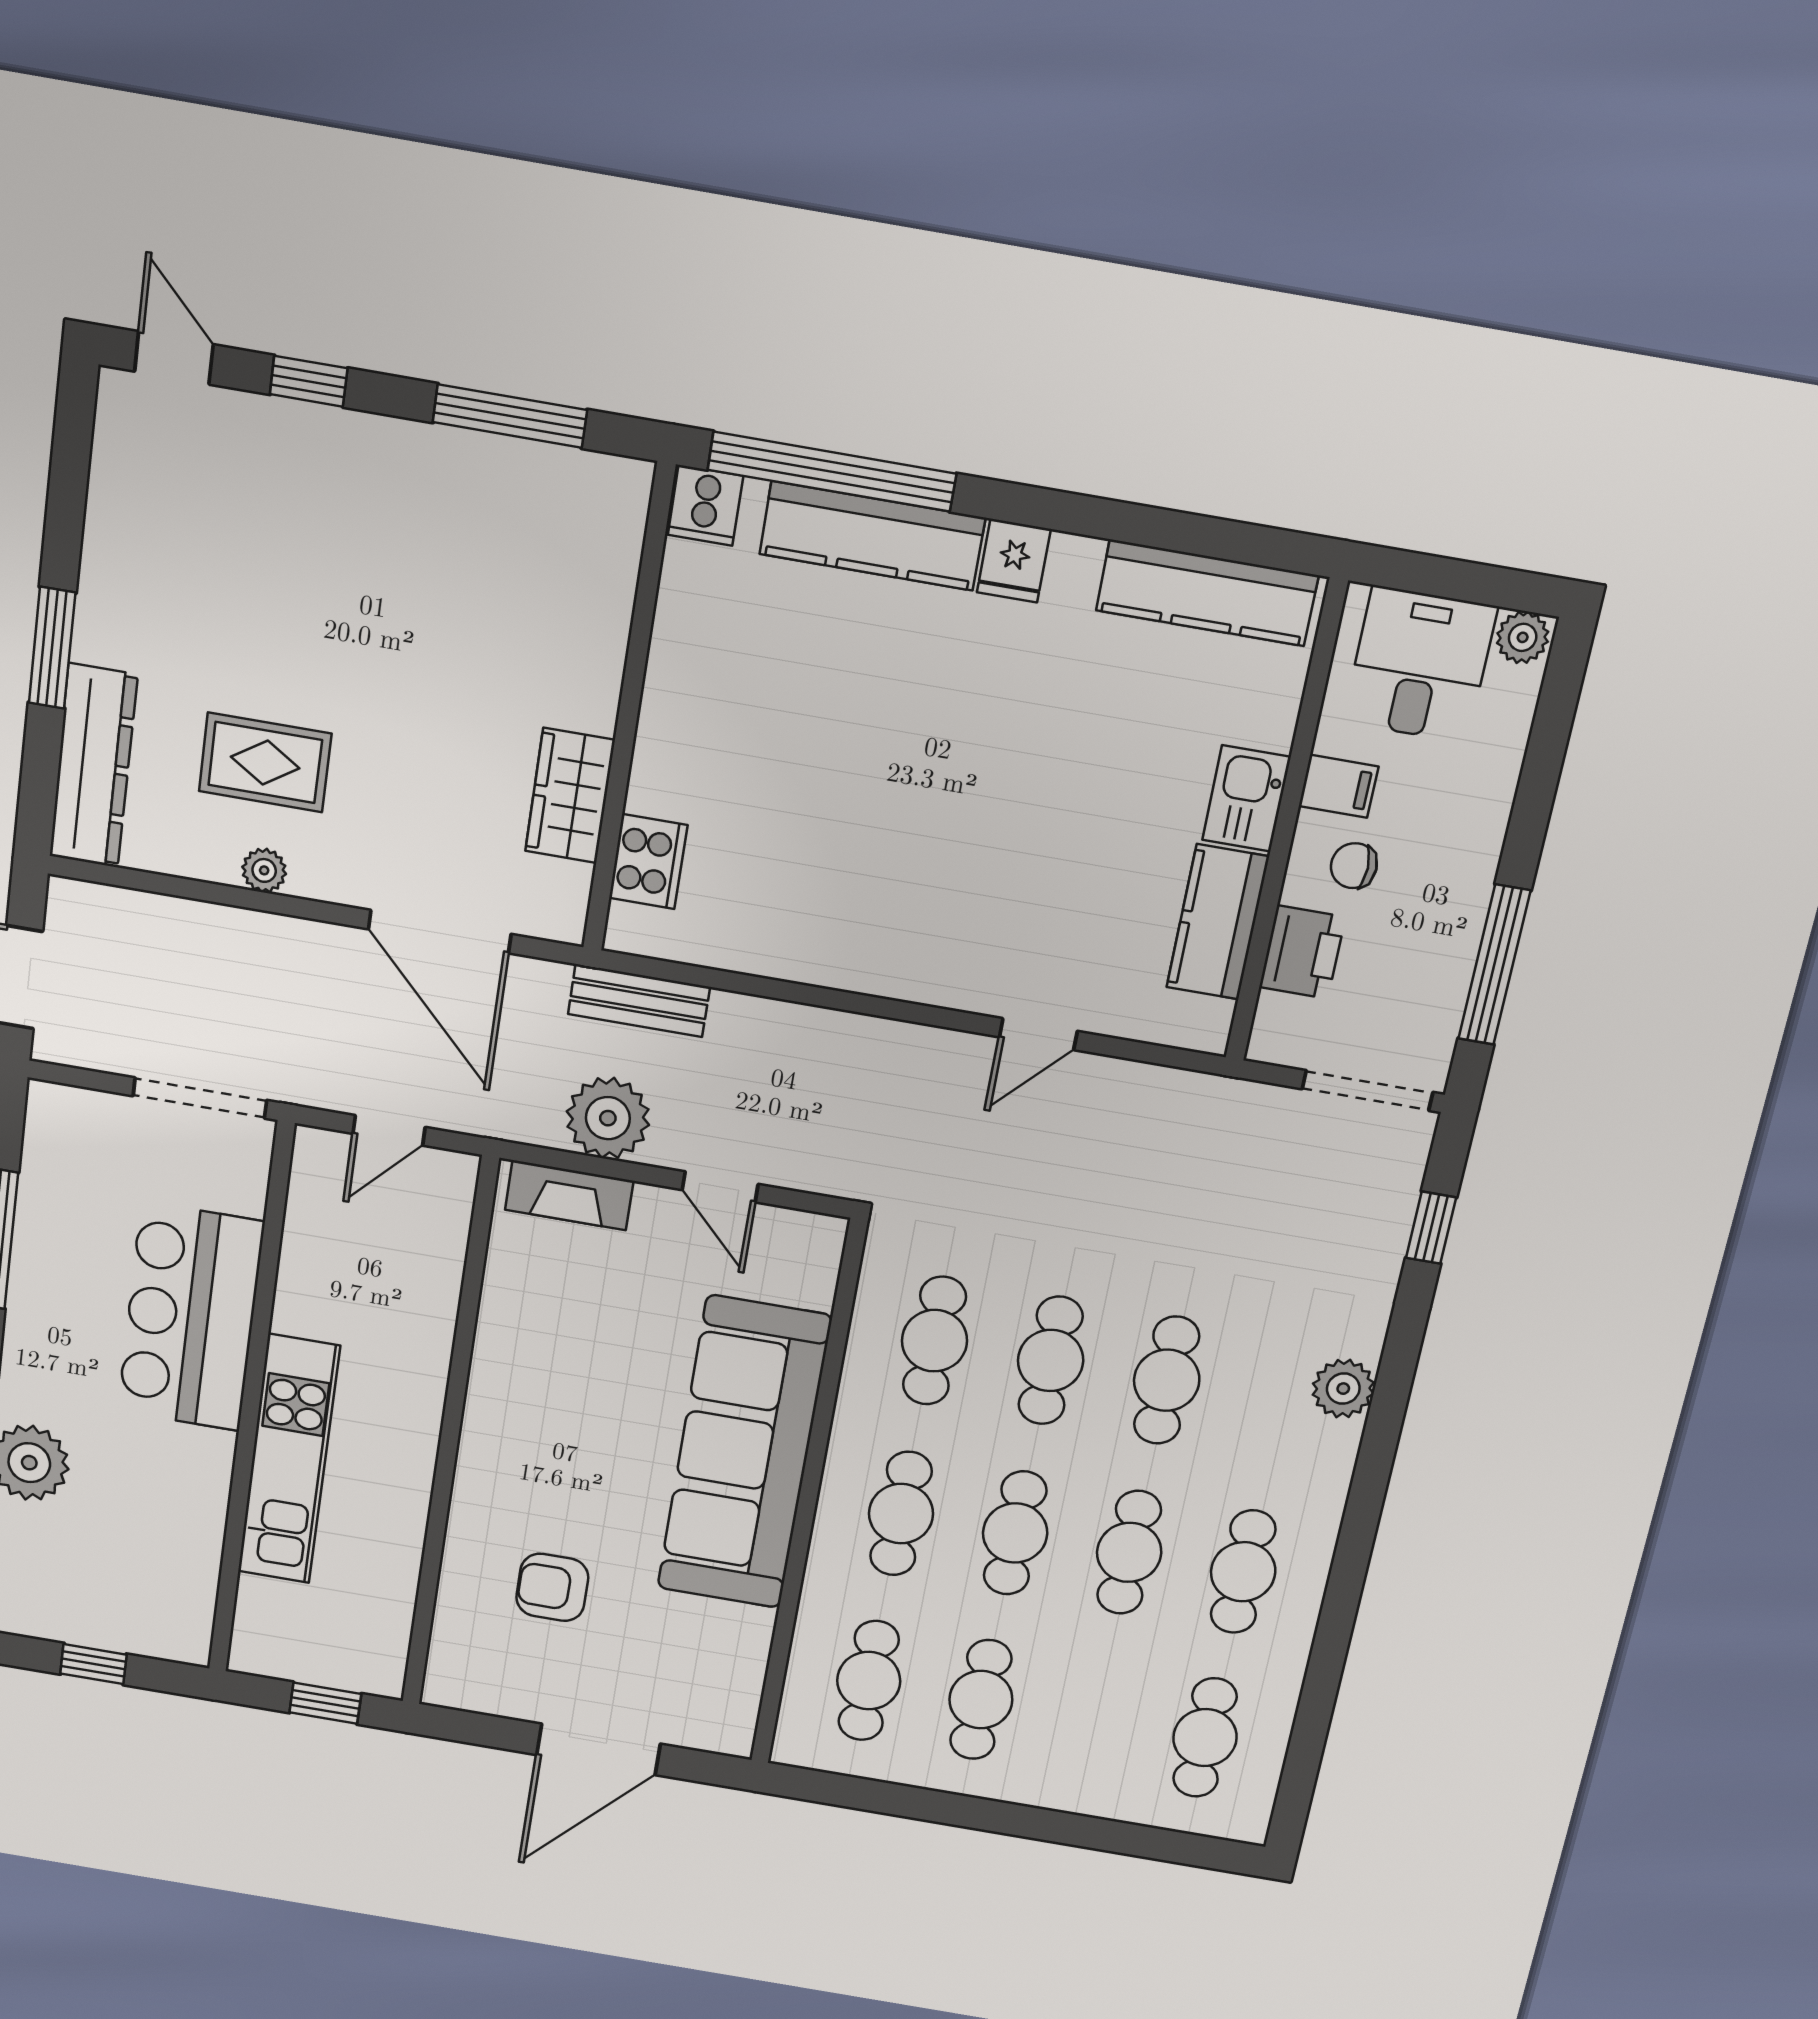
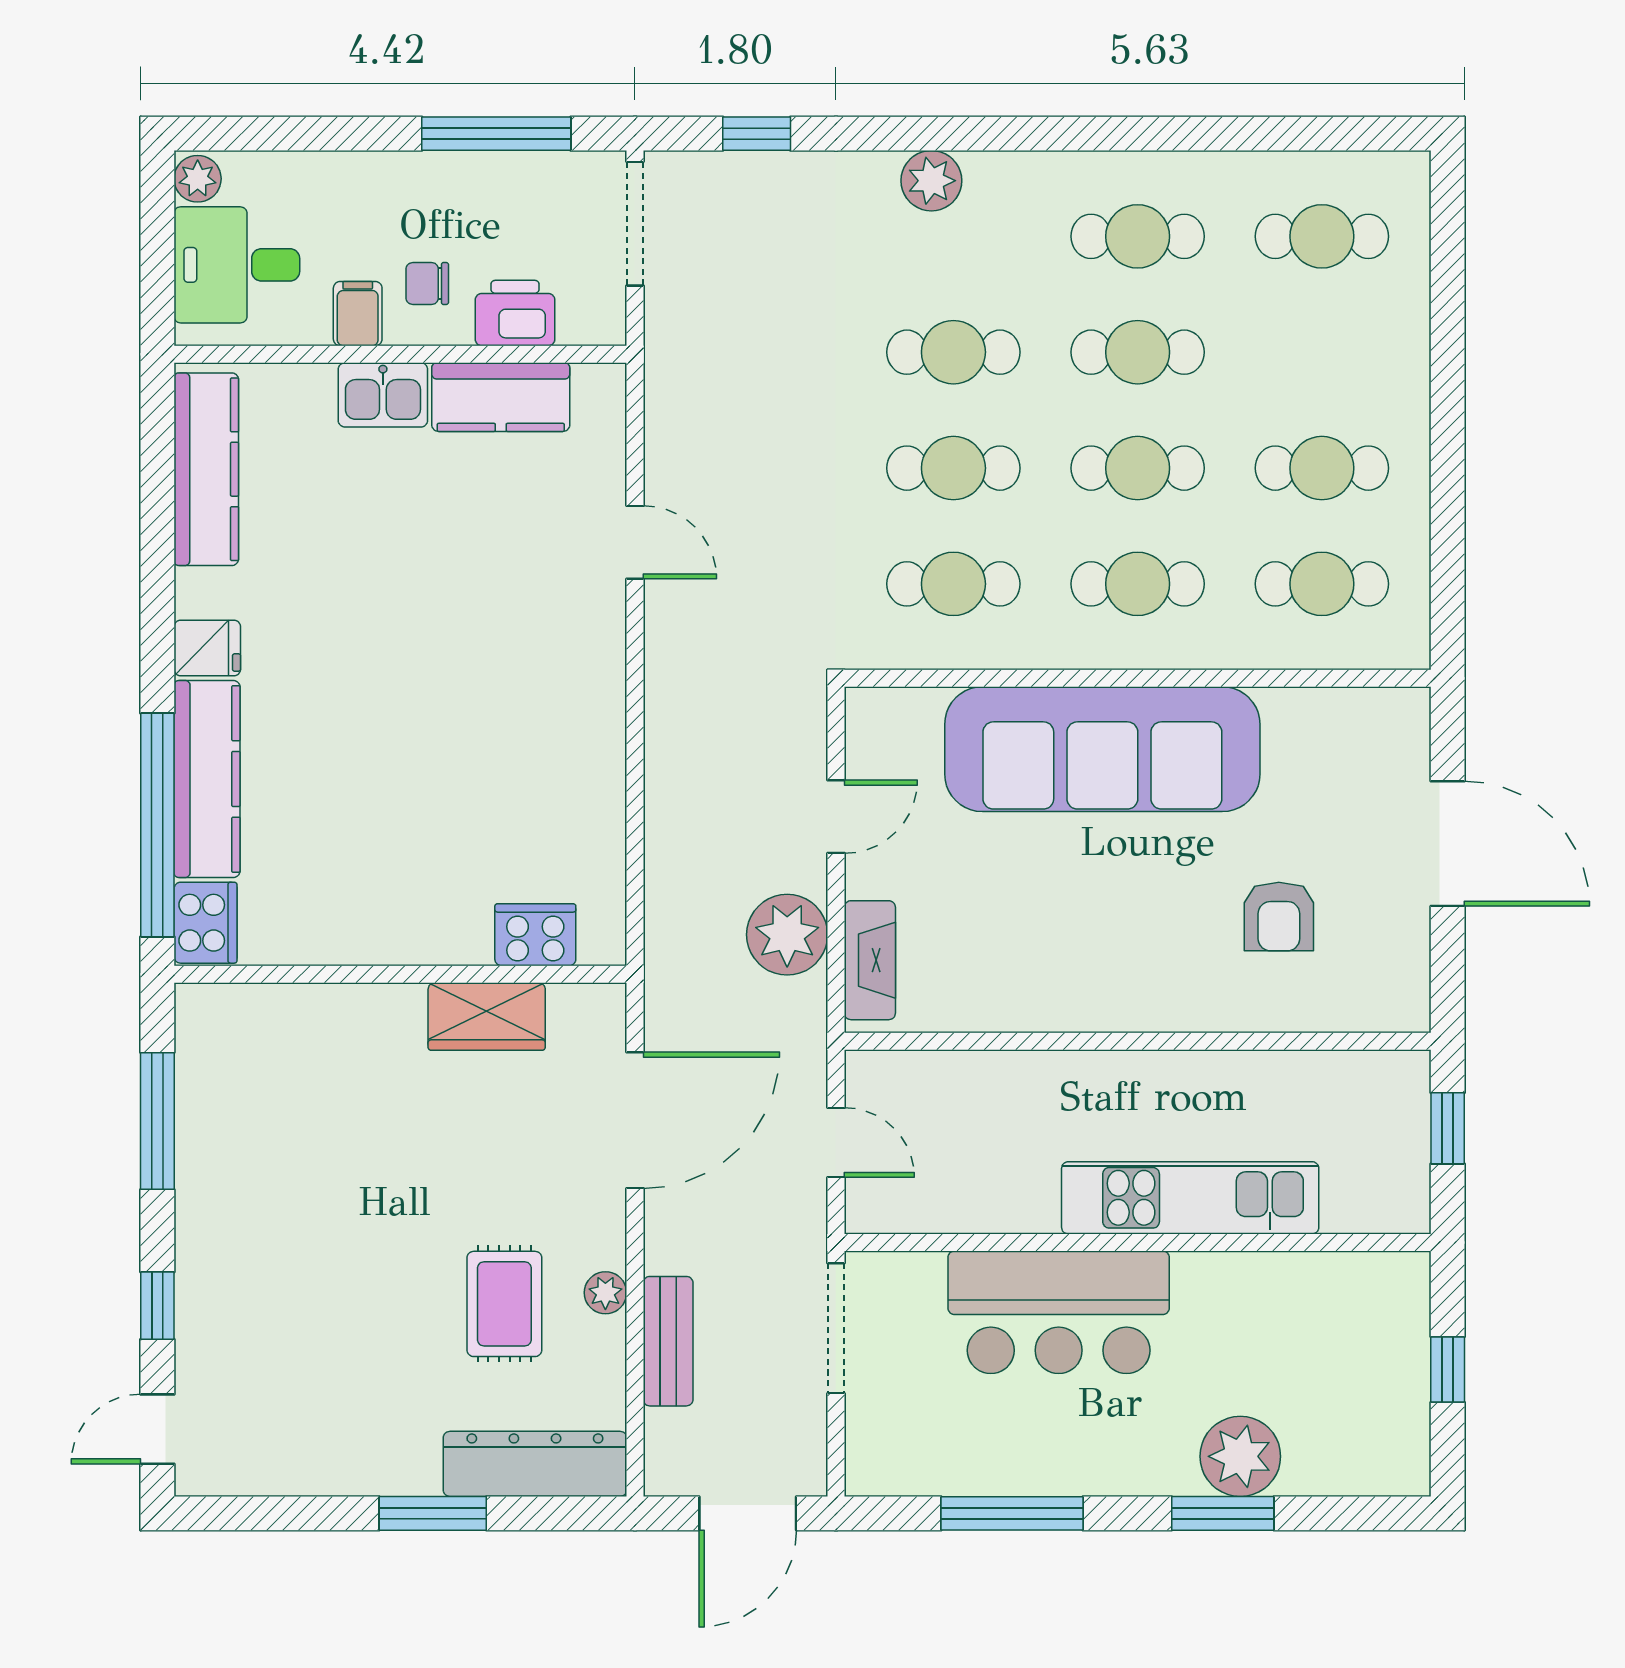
cooker: (705, 505) -> (205, 923), width x1.36
chair: (1354, 866) -> (427, 283), turned 90
bench: (639, 1000) -> (668, 1341), moved

